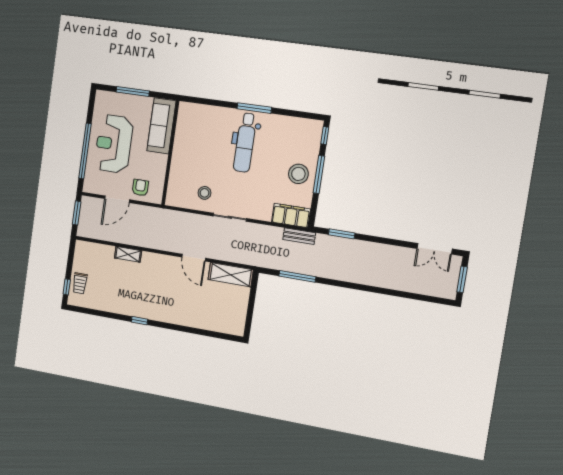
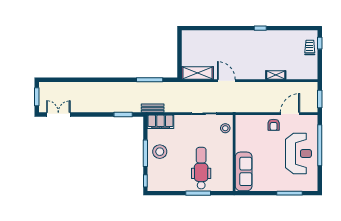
sofa: (161, 126) -> (244, 171), moved
wall: (170, 153) -> (234, 153), moved

